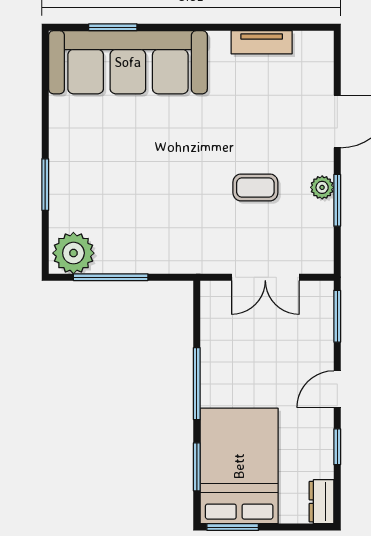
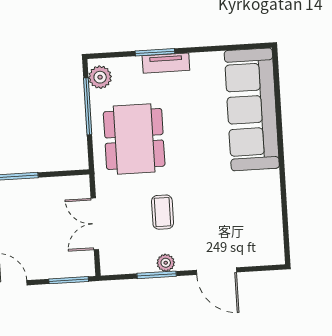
window: (113, 27) -> (278, 96), removed
tv unit: (262, 42) -> (166, 63), moved, turned -90
dining table: (157, 219) -> (134, 139), added
plant: (73, 253) -> (100, 77), width x0.73, depth x0.73

